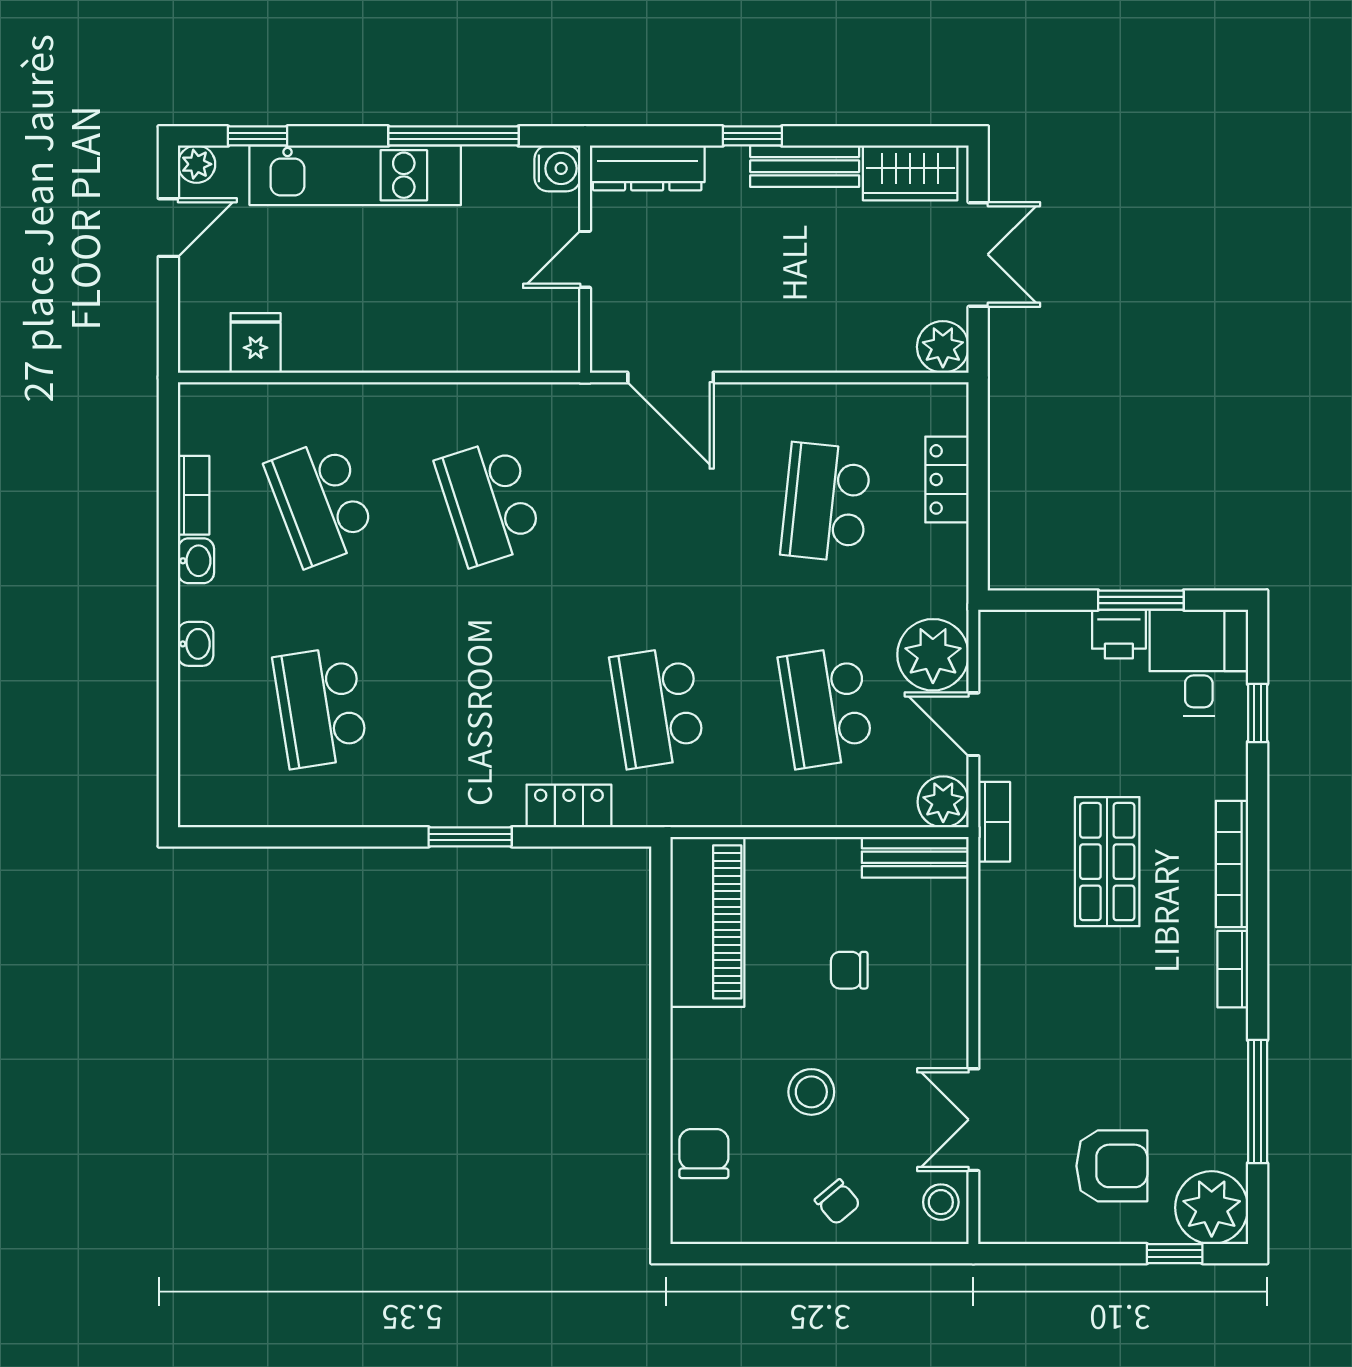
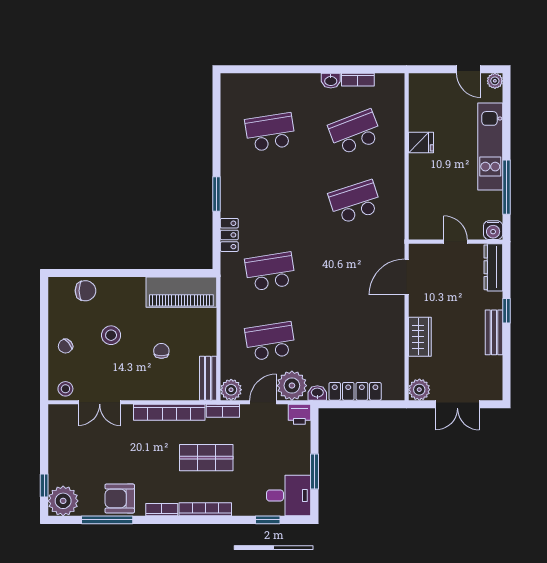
window: (258, 136) -> (507, 106), removed
wardrobe: (910, 173) -> (420, 337), moved, turned 180
fridge: (256, 343) -> (421, 143), moved
locker: (947, 479) -> (355, 391), width x1.53
school desk: (826, 502) -> (355, 341), removed
printer: (1119, 634) -> (299, 414), moved, turned -90
washbasin: (196, 644) -> (317, 393), moved, turned 180
bookcase: (998, 951) -> (169, 412), added
double door: (973, 1120) -> (100, 402), swing flipped
armchair: (1112, 1166) -> (120, 498), moved, turned 90

